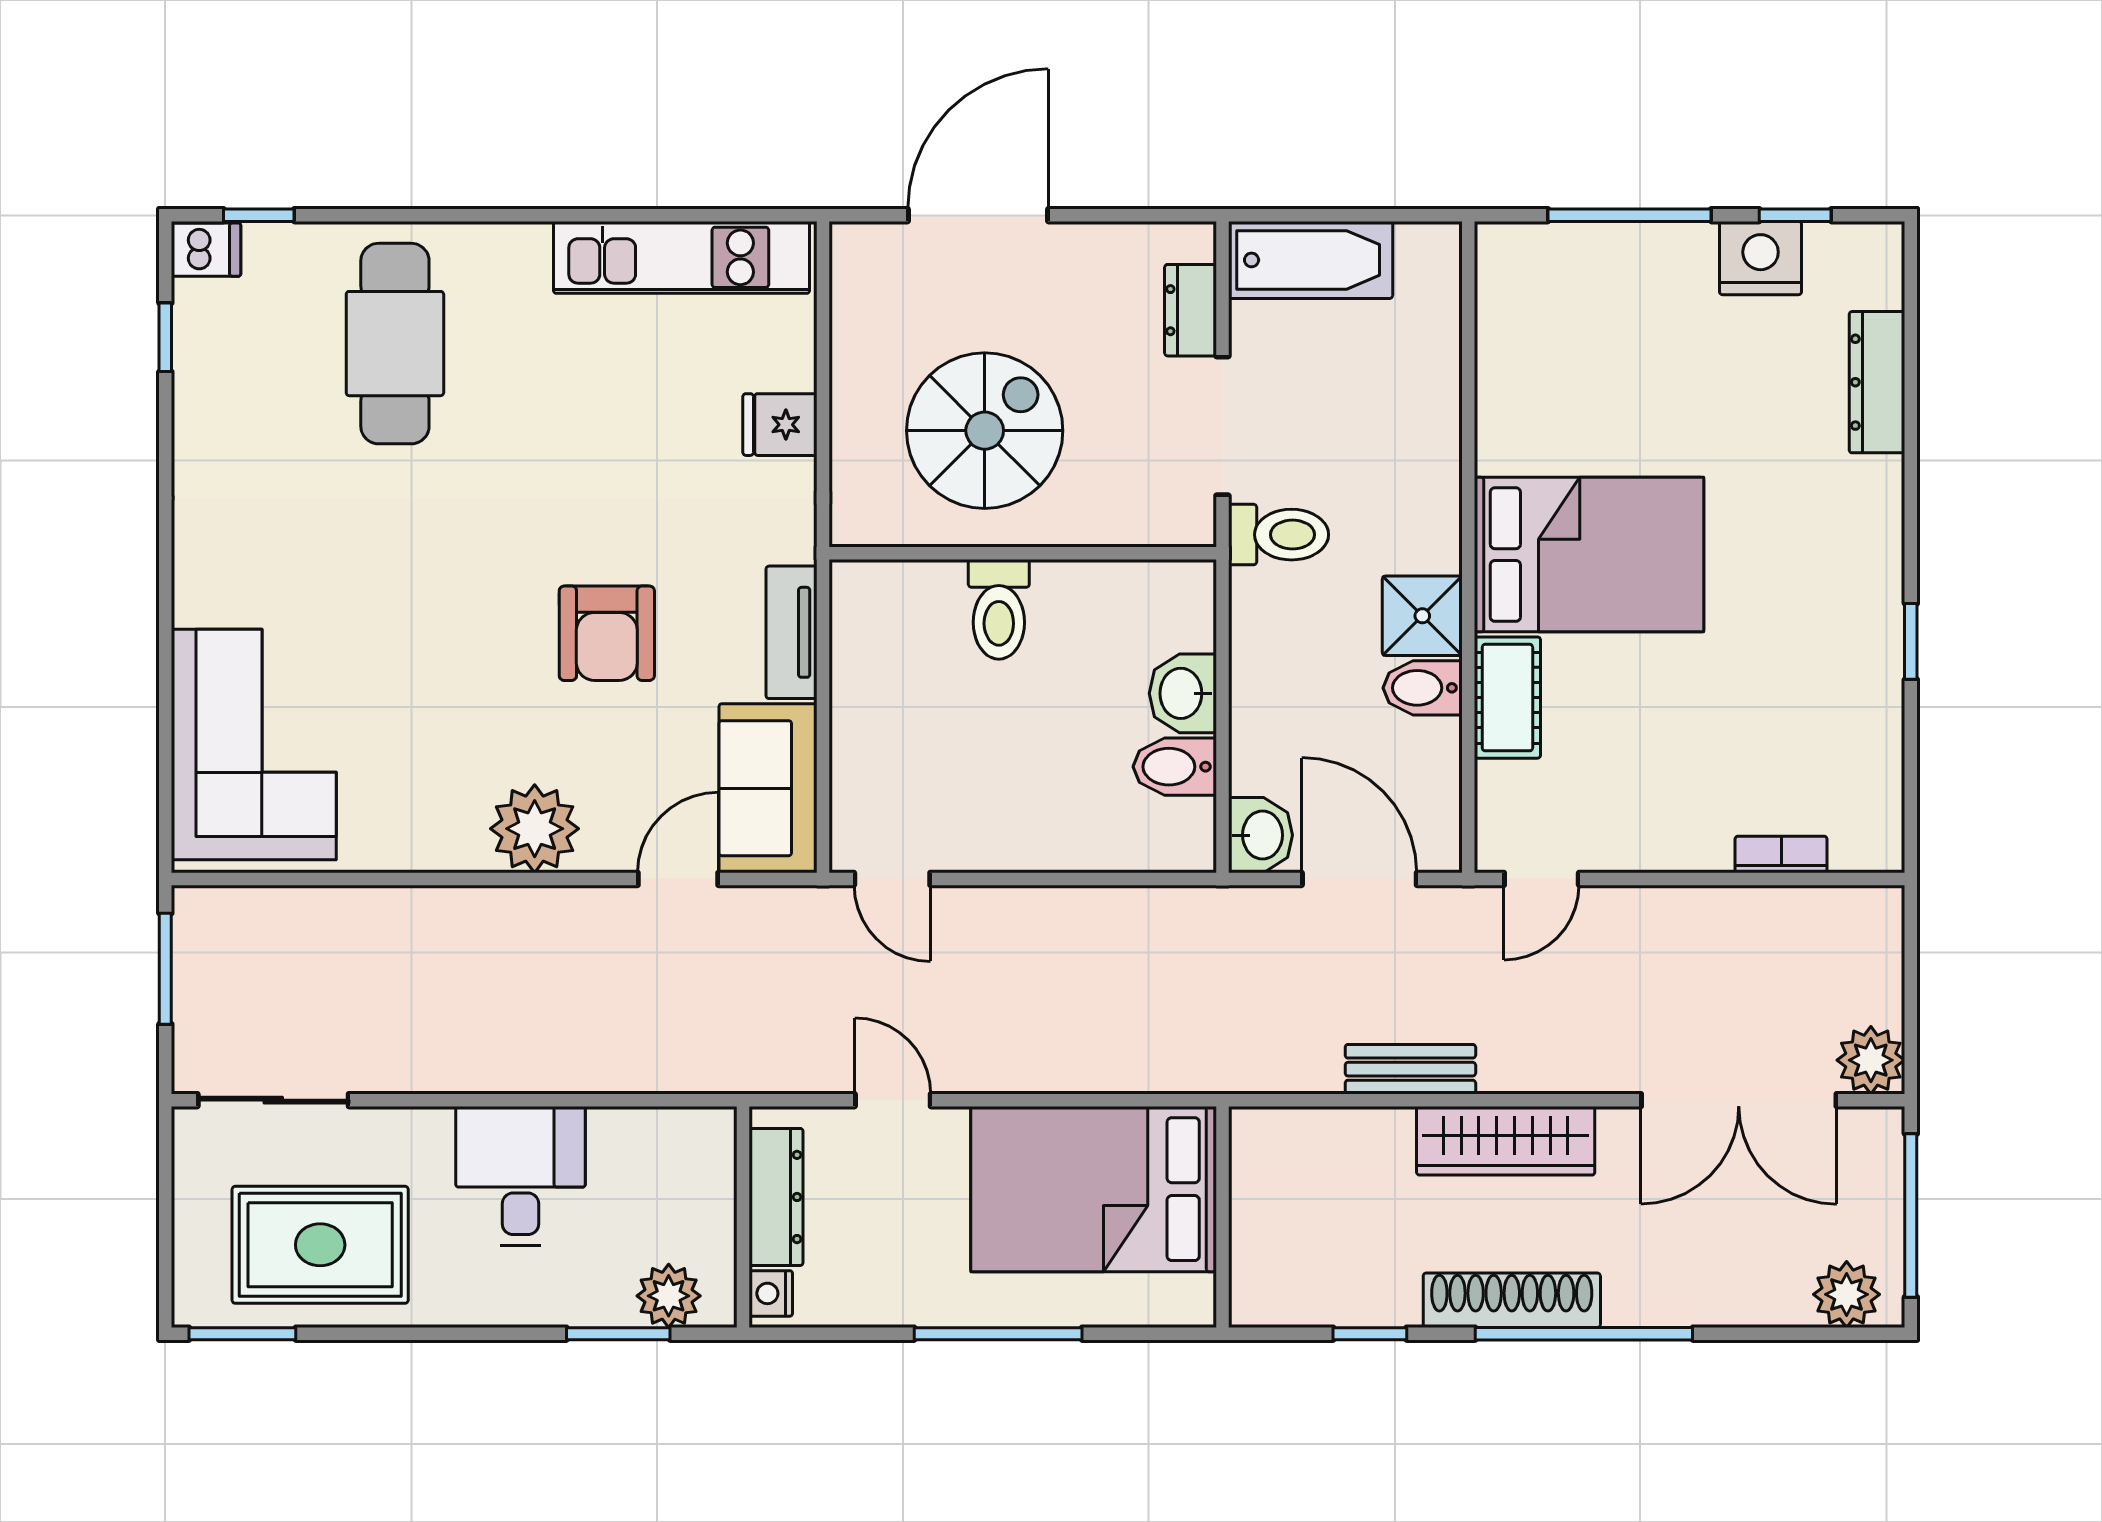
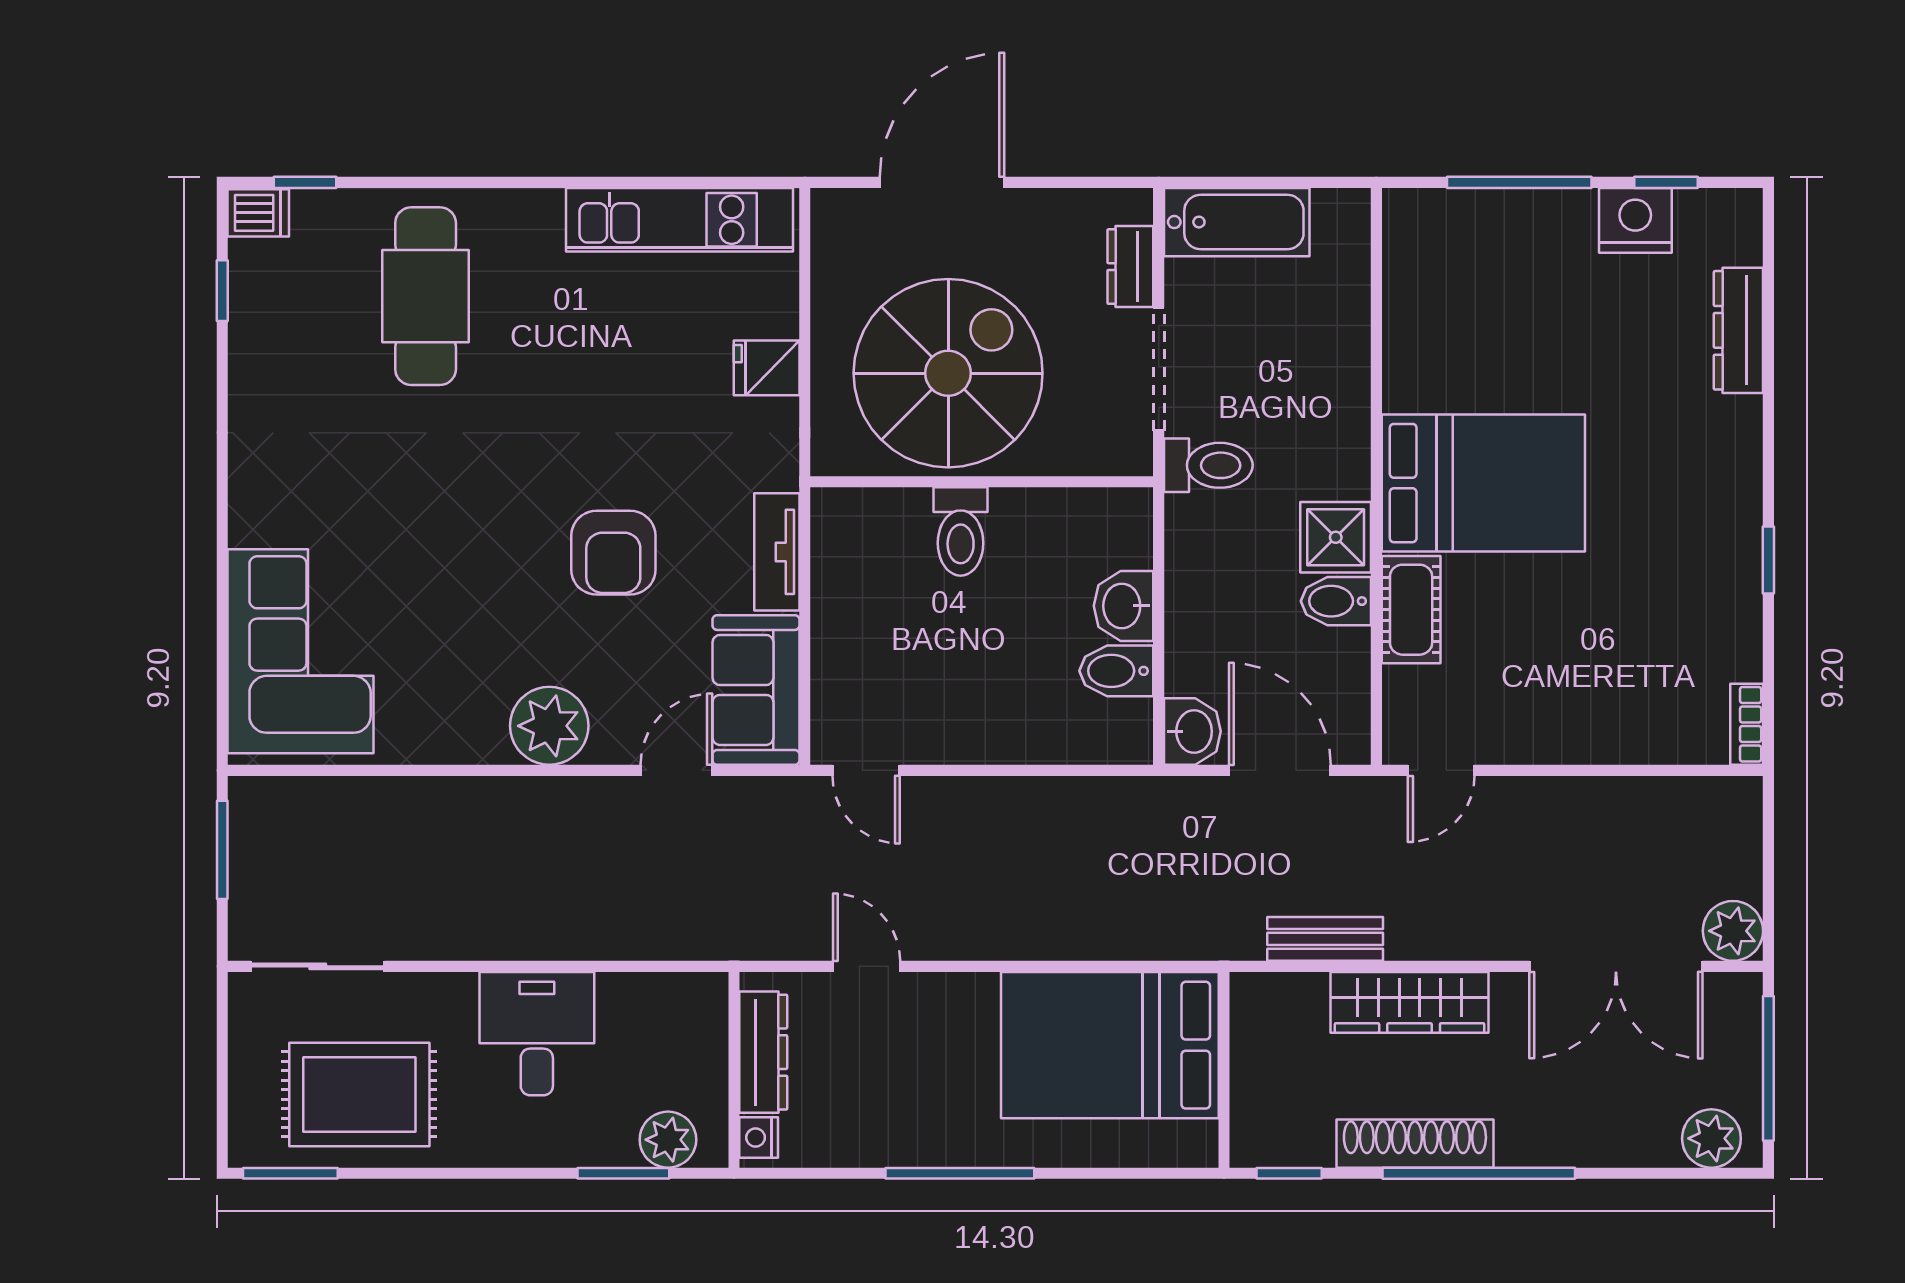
spiral stairs: (985, 431) -> (948, 373), width x1.37, depth x1.37
bookcase: (1781, 854) -> (1747, 724), moved, turned -90
bed: (1094, 1189) -> (1110, 1045), moved
wall: (1222, 1217) -> (1224, 1070), moved

